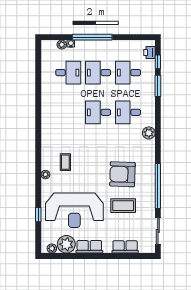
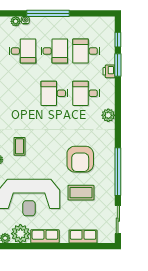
printer: (150, 52) -> (109, 71), moved
desk: (98, 73) -> (54, 51), turned 180
armchair: (122, 174) -> (80, 159), turned -92

